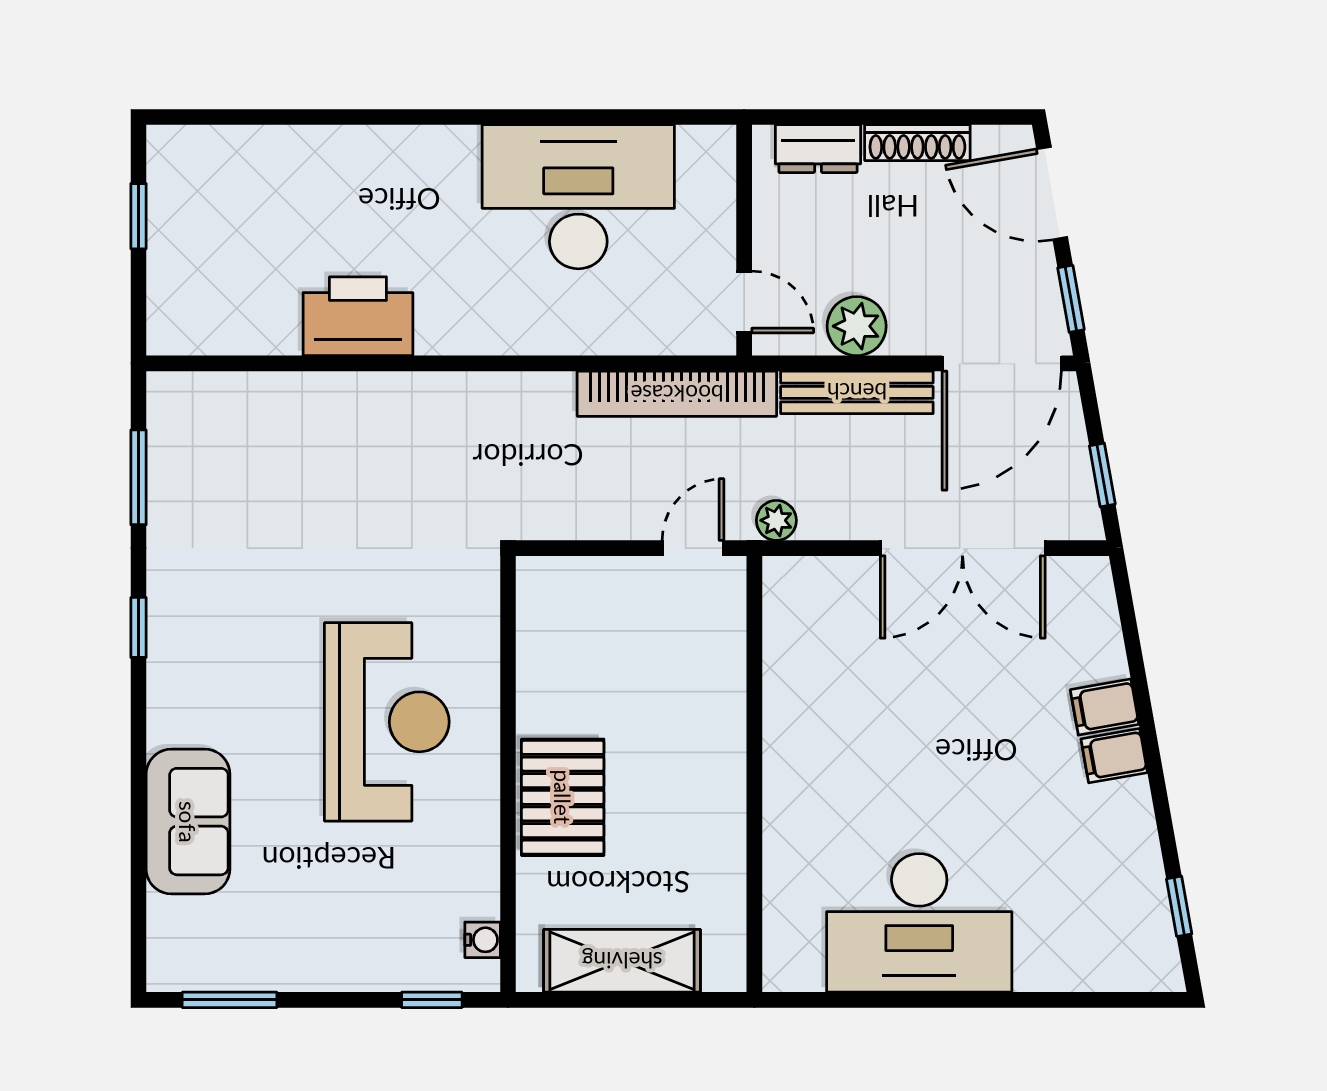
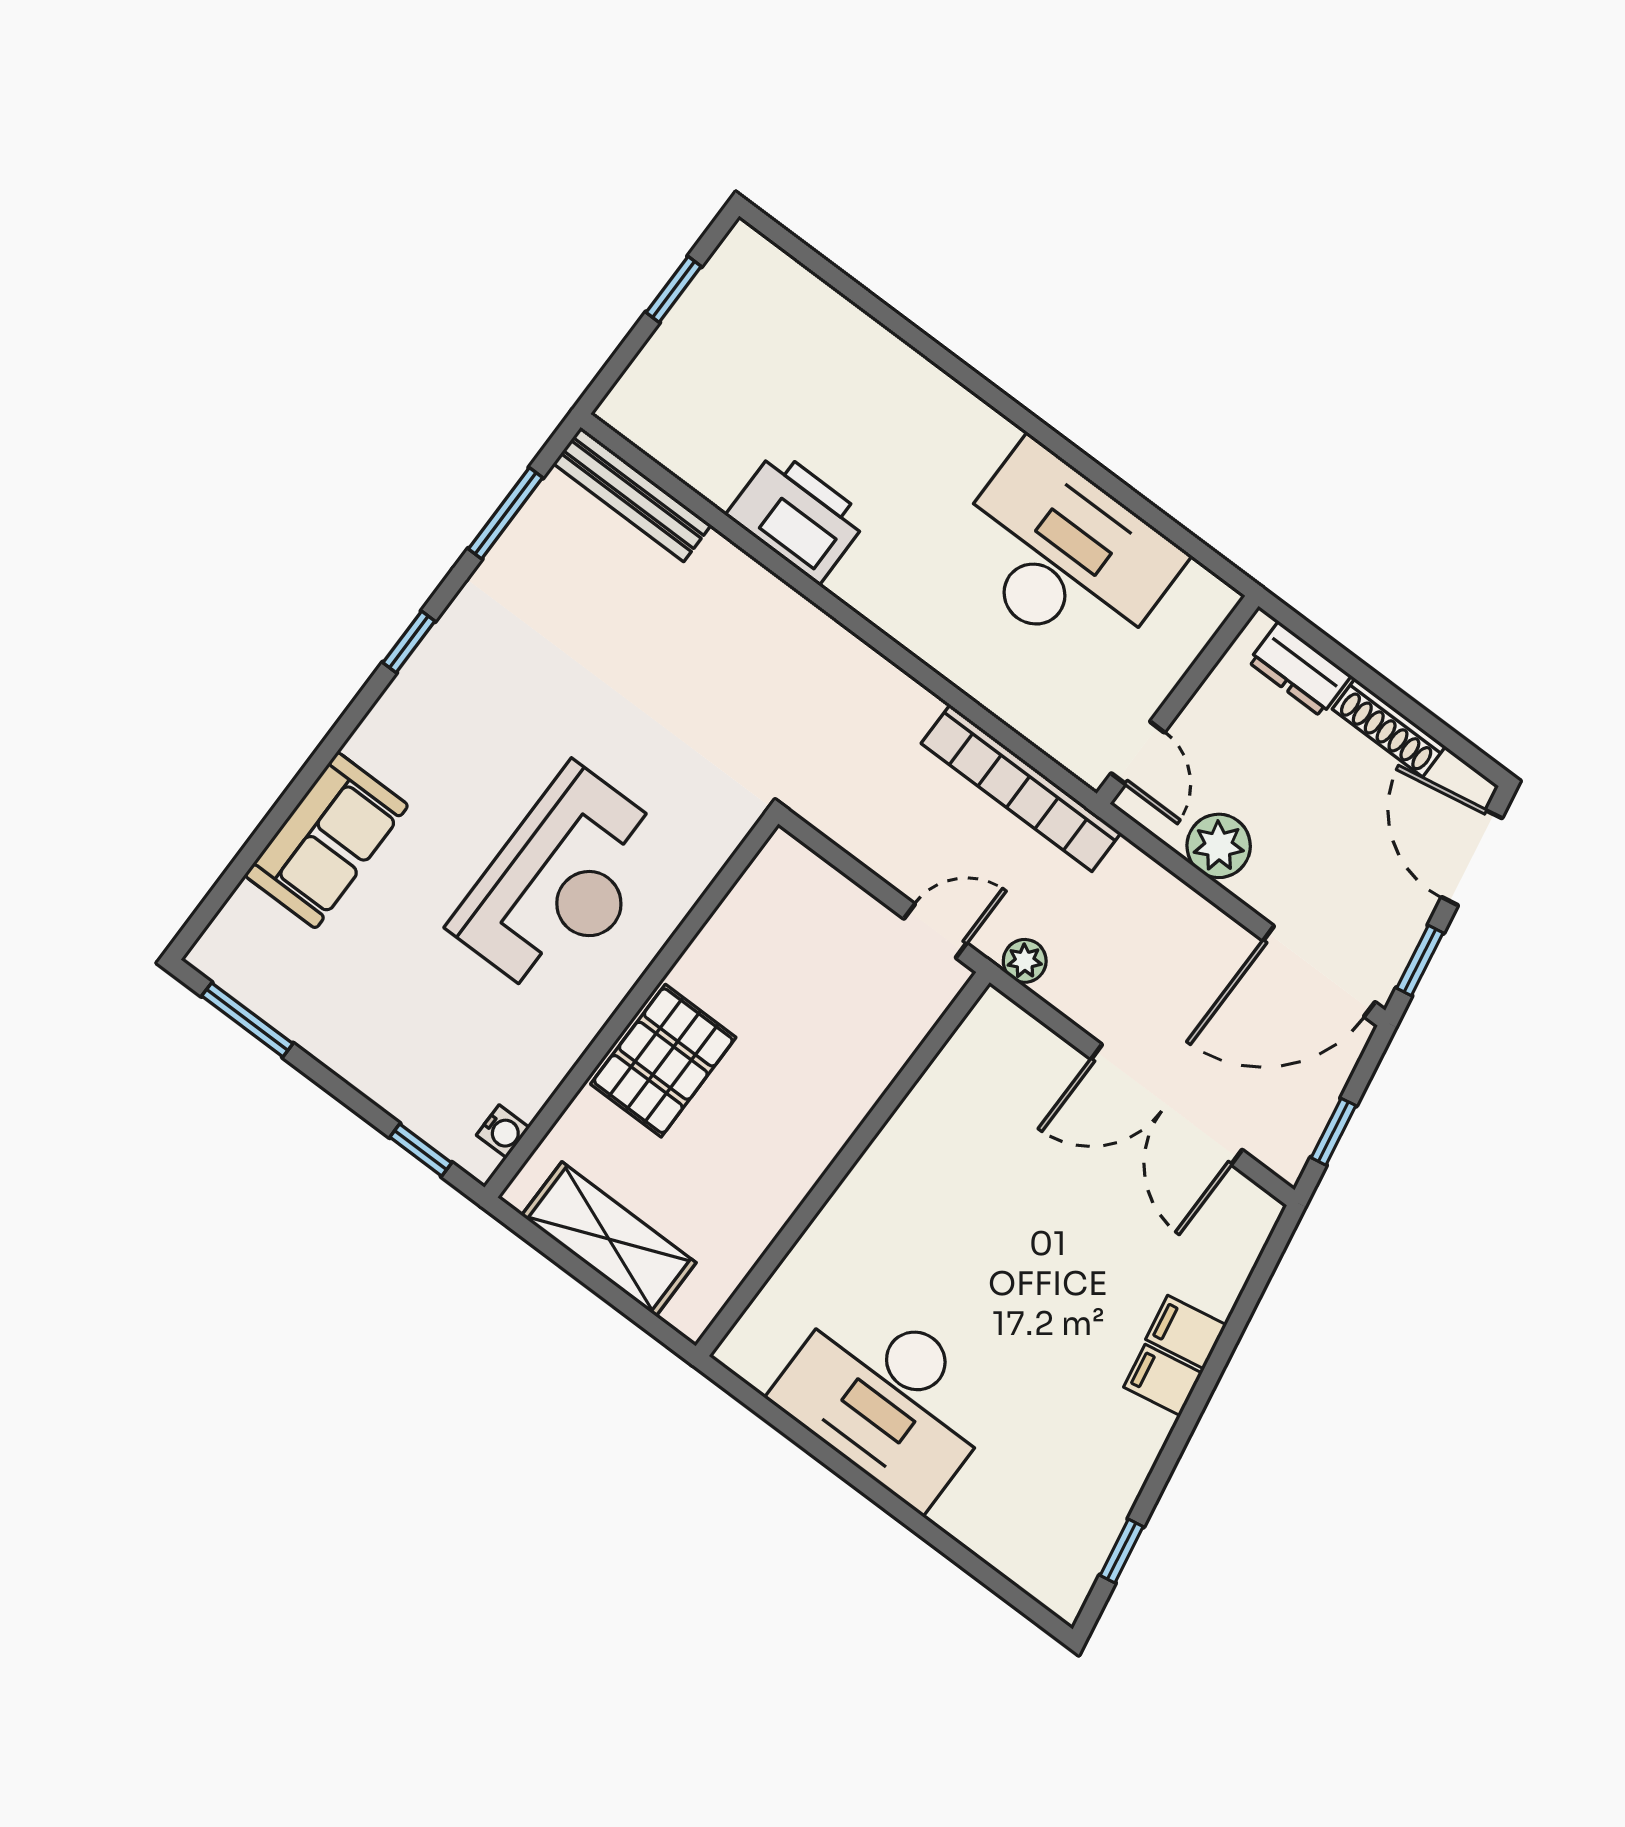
bench: (857, 392) -> (632, 494), moved

